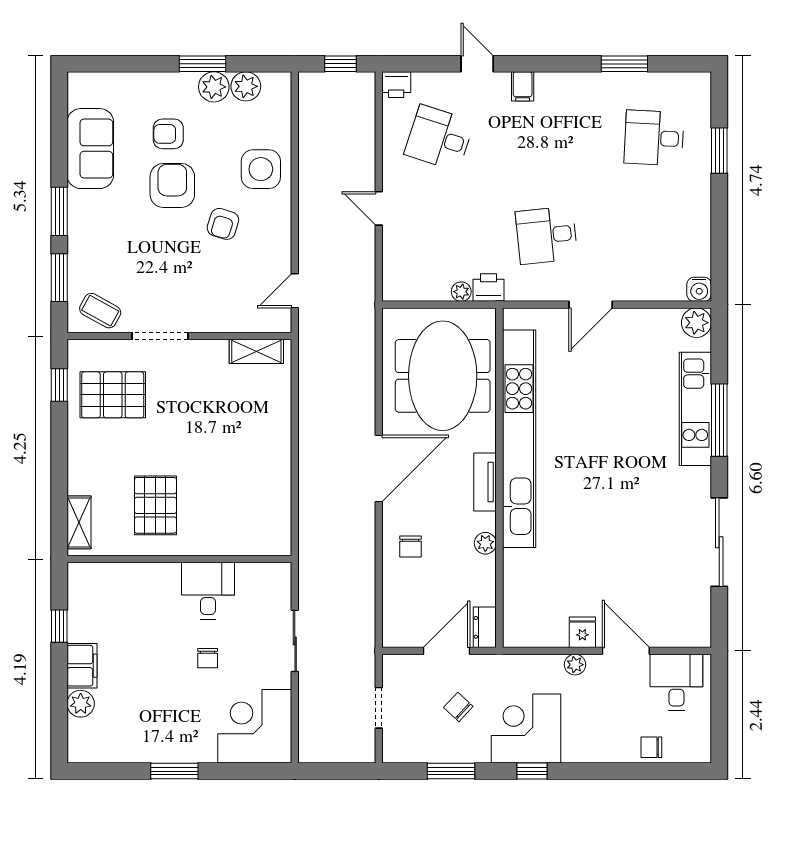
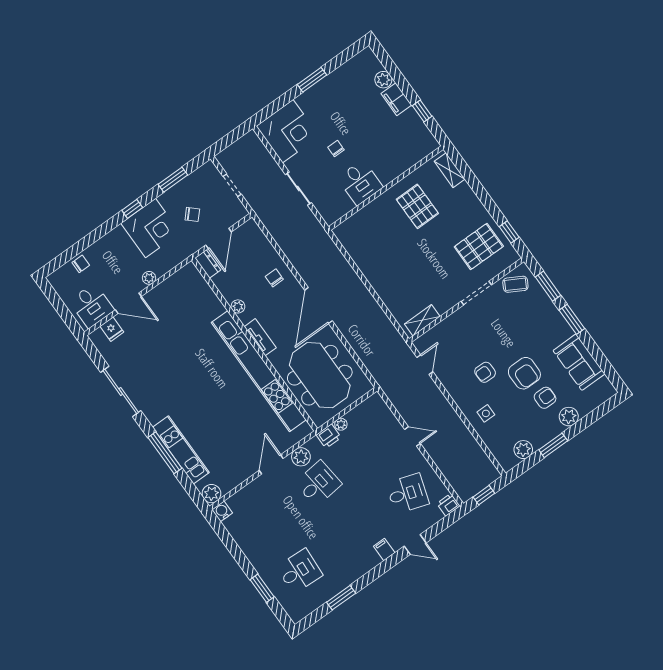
plant: (214, 87) -> (569, 417), moved
side table: (261, 169) -> (486, 413), width x0.54, depth x0.54
armchair: (223, 224) -> (485, 372), turned -107
plant: (544, 286) -> (301, 457), added
fridge: (582, 632) -> (112, 329), moved

